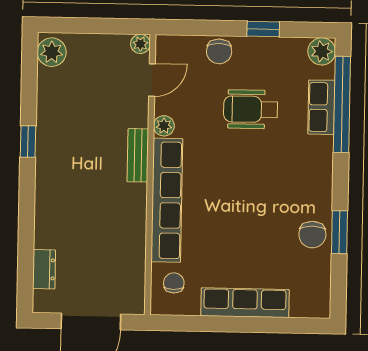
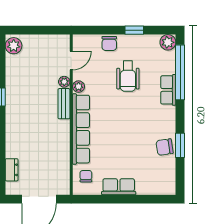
plant: (140, 44) -> (64, 82), moved
row of seats: (321, 107) -> (168, 90), moved
wheelchair: (251, 109) -> (128, 76), turned -90
chair: (312, 235) -> (165, 147), turned 82
row of seats: (245, 303) -> (119, 187), width x0.68

